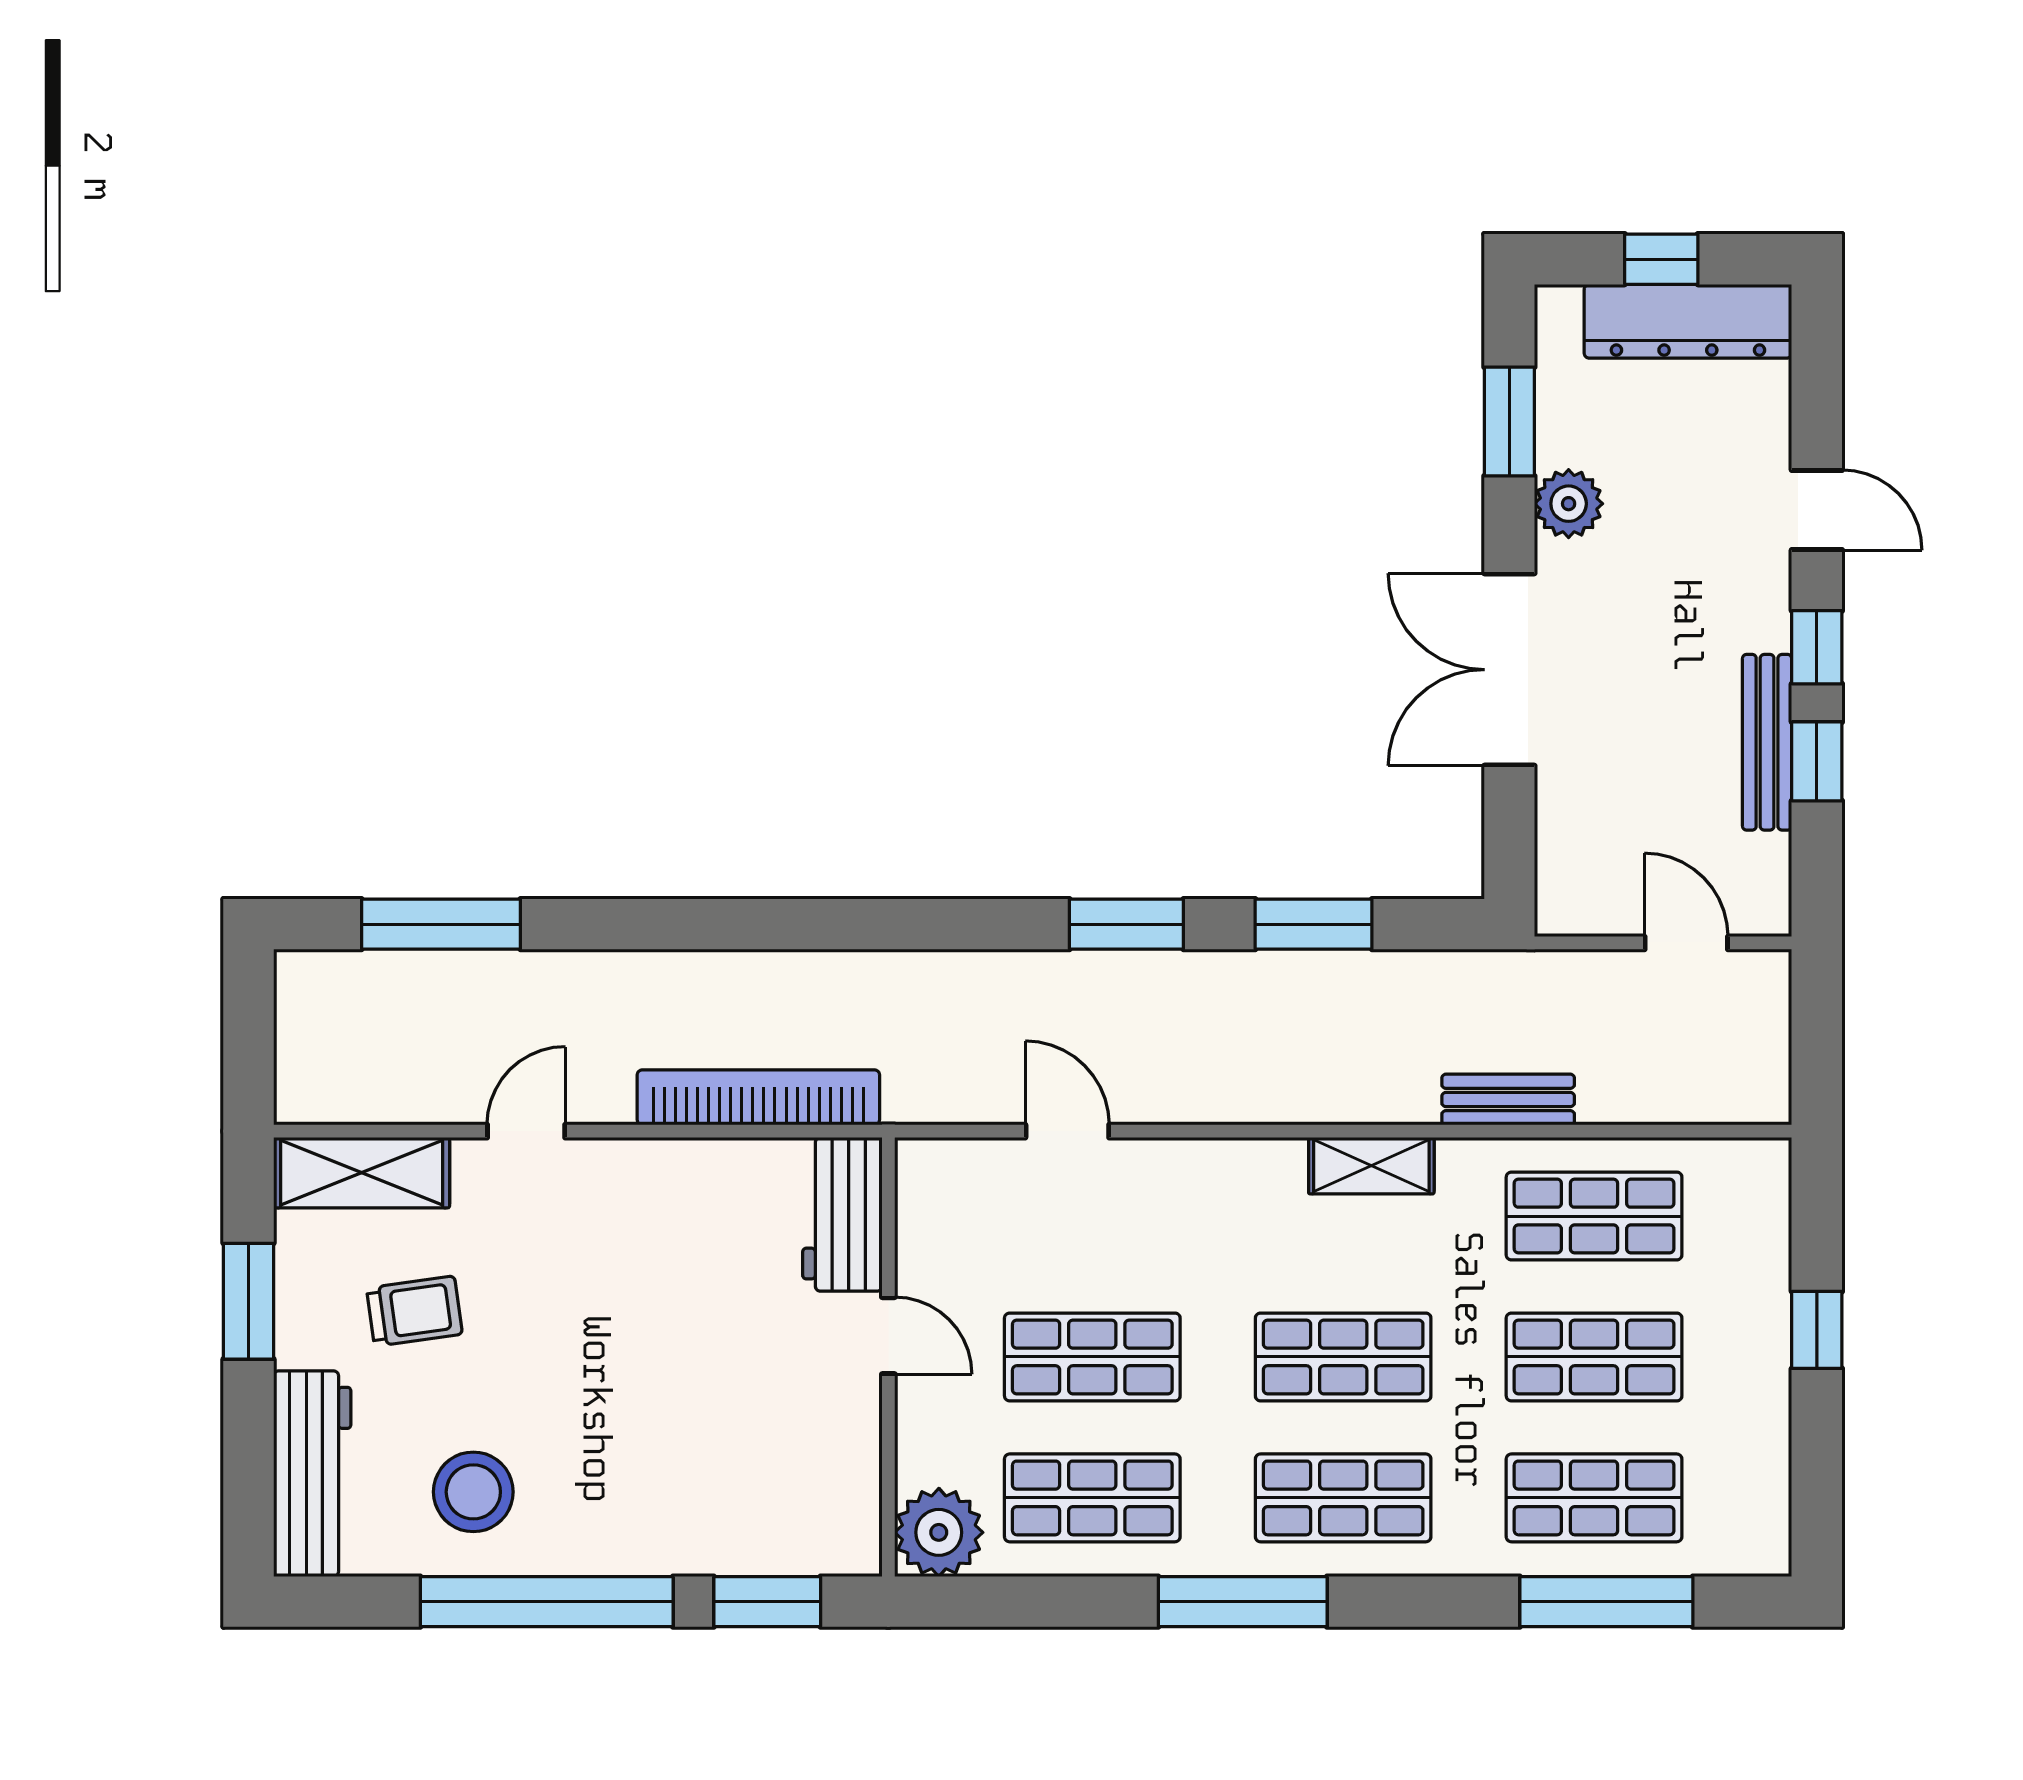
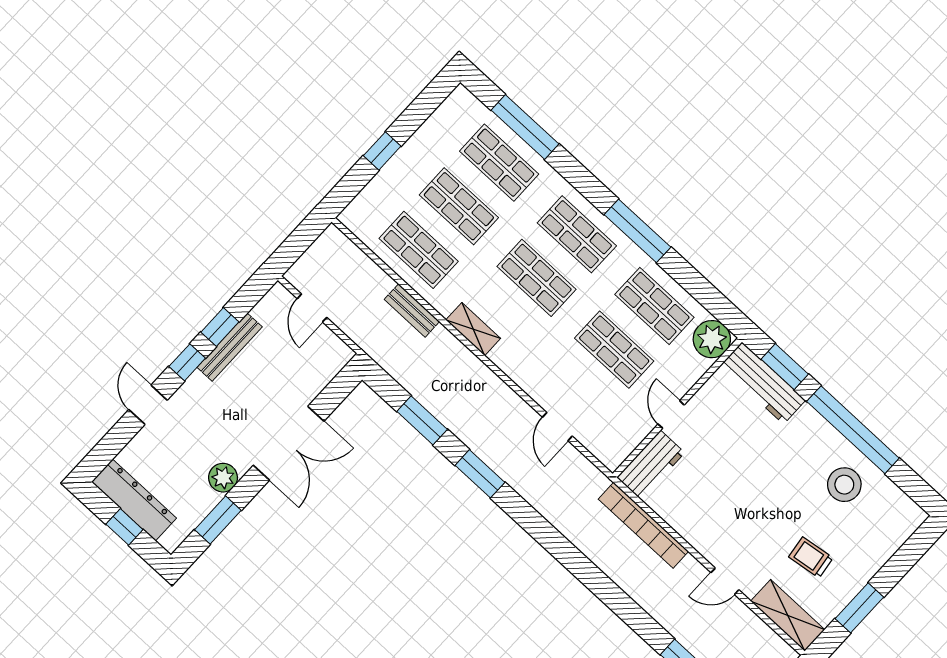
workbench: (312, 1474) -> (763, 383), moved, turned -90

